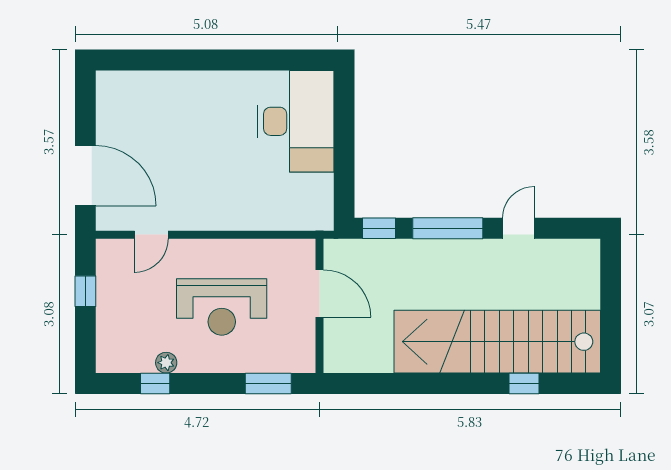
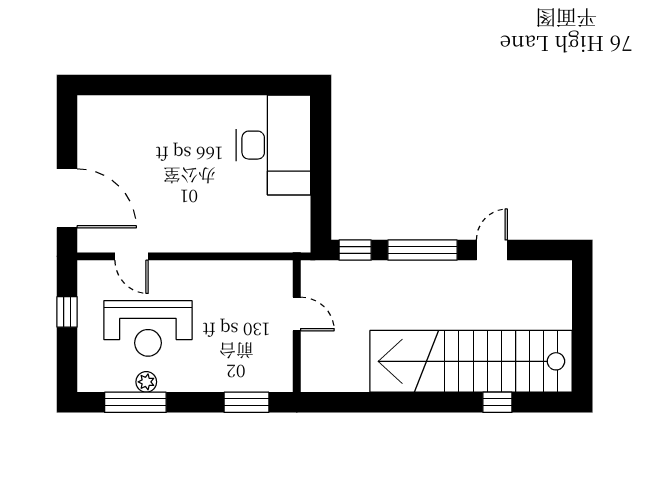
door: (151, 235) -> (132, 256), hinge flipped
door: (320, 293) -> (297, 314), width x0.73
reception desk: (222, 307) -> (148, 328), moved
window: (155, 384) -> (135, 402), width x2.17

